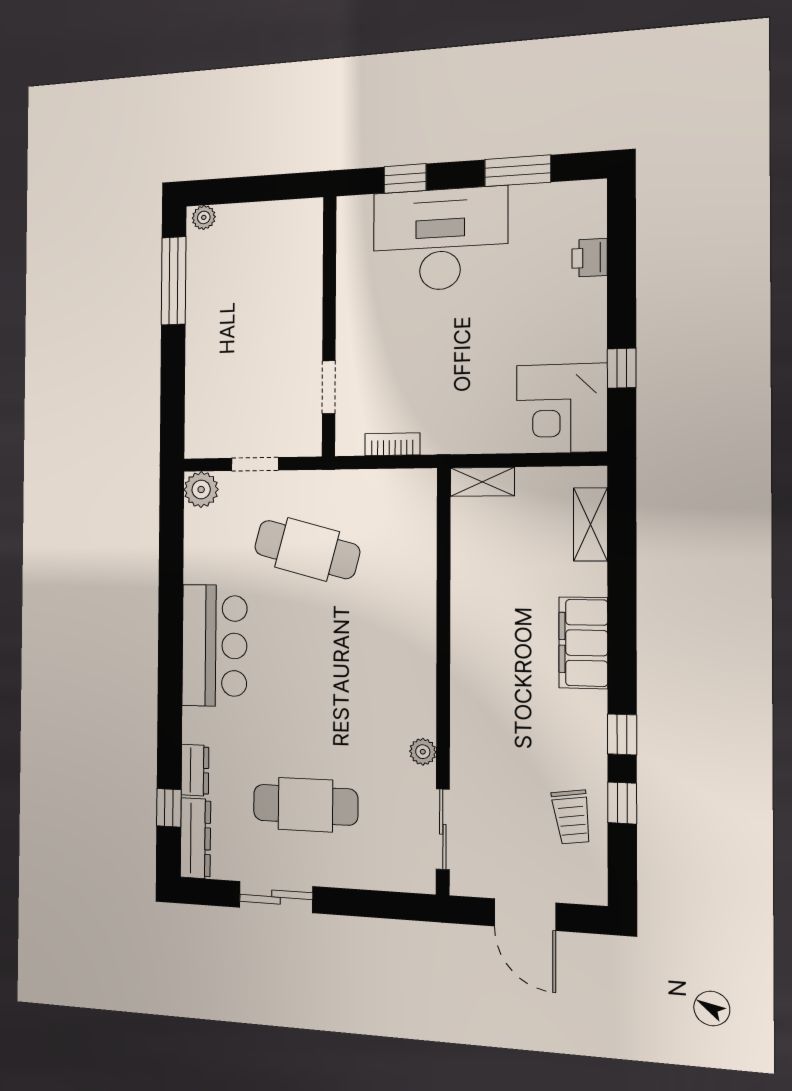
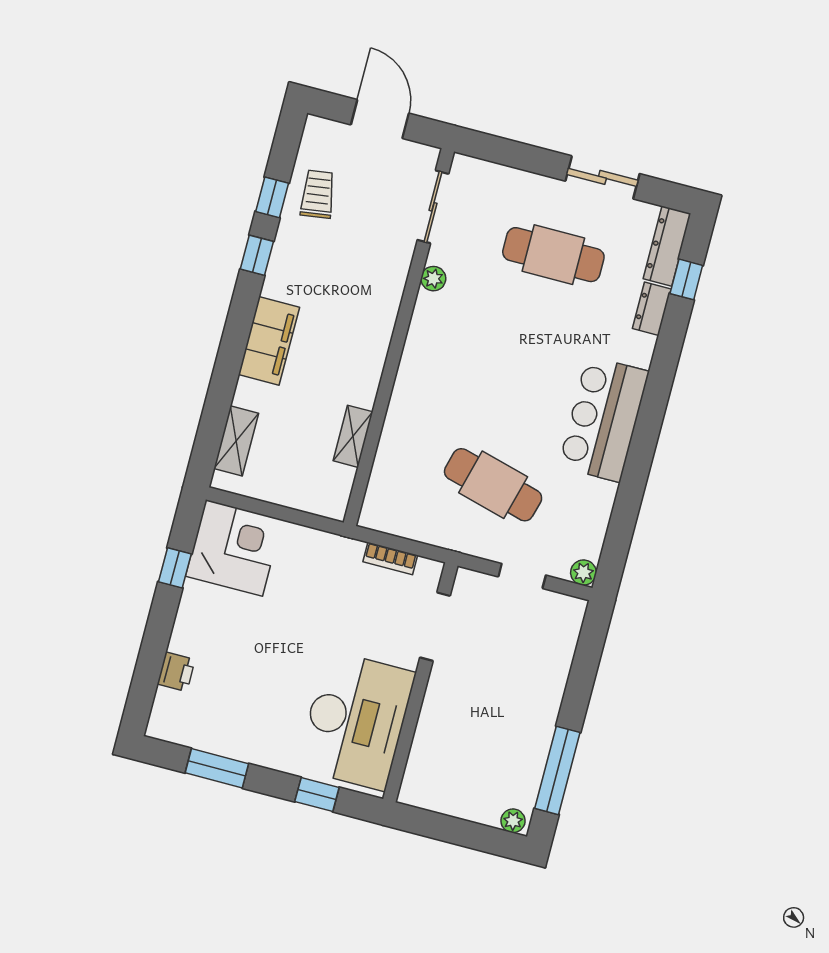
desk: (440, 239) -> (356, 720), moved, turned -90
doorway: (329, 387) -> (435, 627), width x1.38
shelving: (482, 482) -> (353, 436), moved, turned 90
plant: (201, 490) -> (583, 573), width x0.73, depth x0.73

